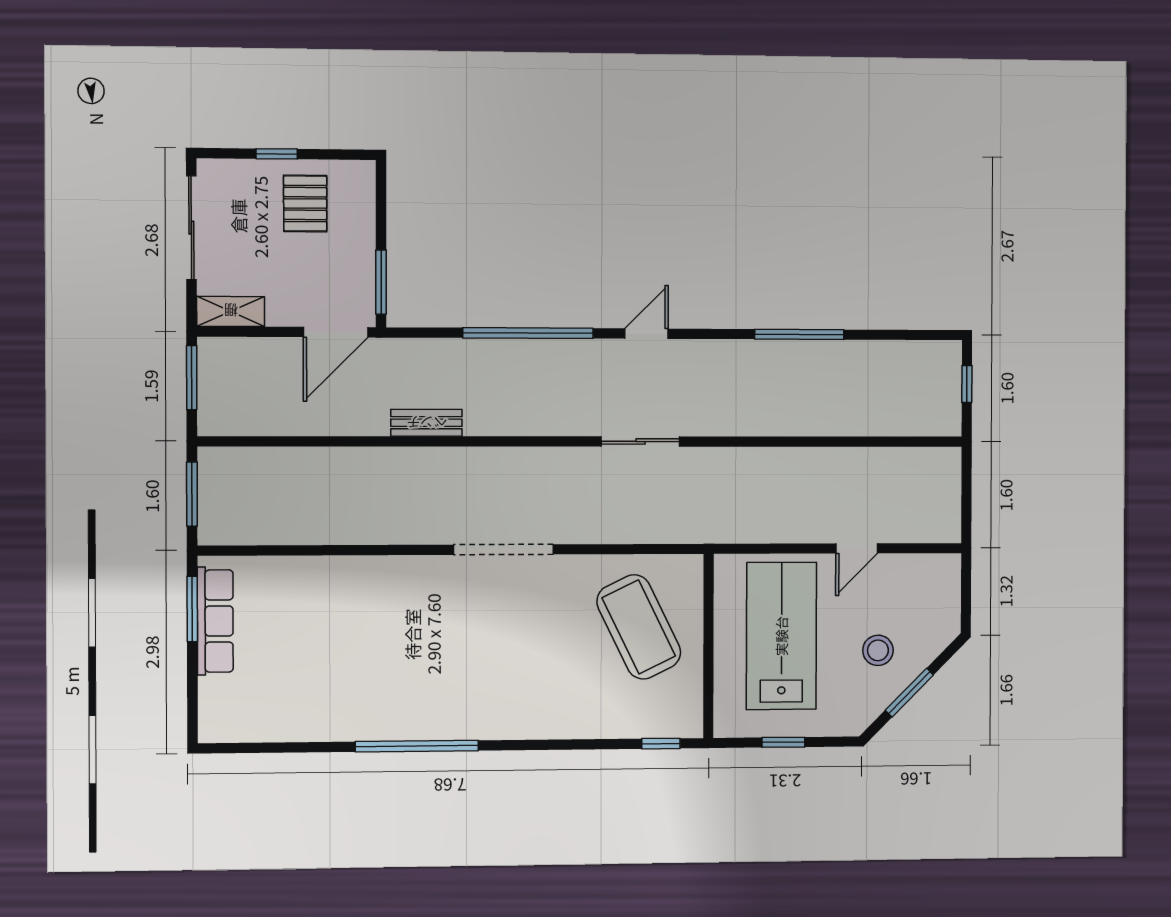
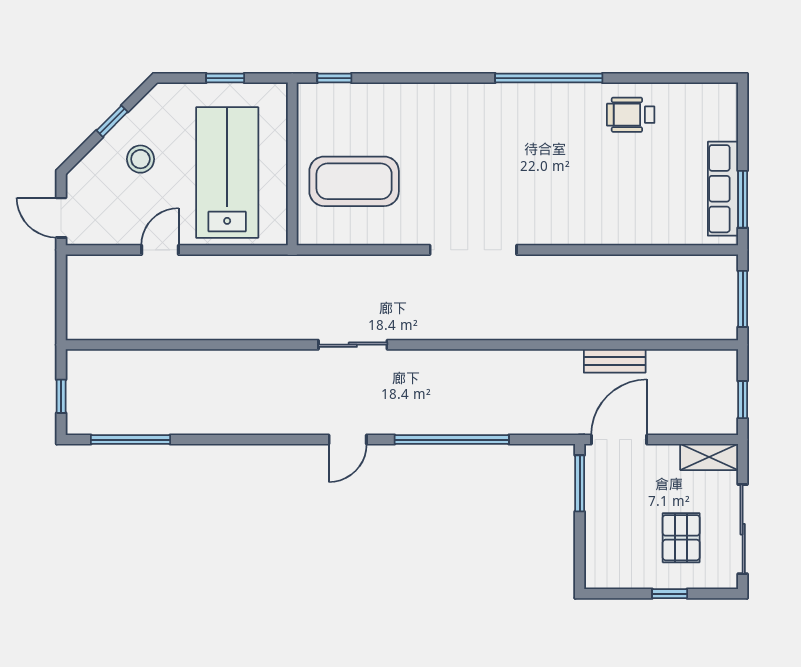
pallet: (305, 203) -> (681, 538), moved
window: (799, 334) -> (130, 440), moved
window: (192, 378) -> (743, 400), width x0.67
bench: (427, 423) -> (615, 361), moved
door: (966, 584) -> (61, 218), added
coffee table: (639, 627) -> (354, 181), turned -64
lab bench: (781, 636) -> (227, 173), turned 180
window: (909, 693) -> (112, 121), width x0.67
wheelchair: (323, 705) -> (631, 115), added

